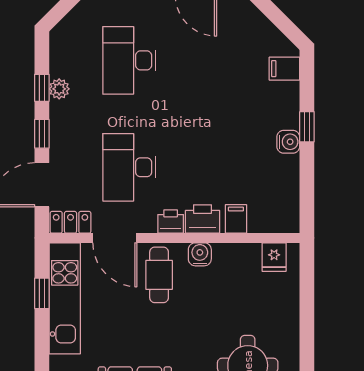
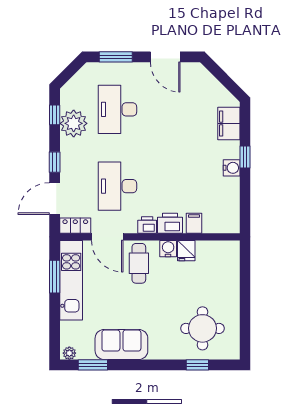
filing cabinet: (284, 69) -> (229, 124), width x2.00
window: (42, 88) -> (55, 115), moved
plant: (59, 89) -> (74, 123), width x1.88, depth x1.88
fridge: (274, 257) -> (186, 251), moved
window: (42, 293) -> (55, 277), width x1.50

